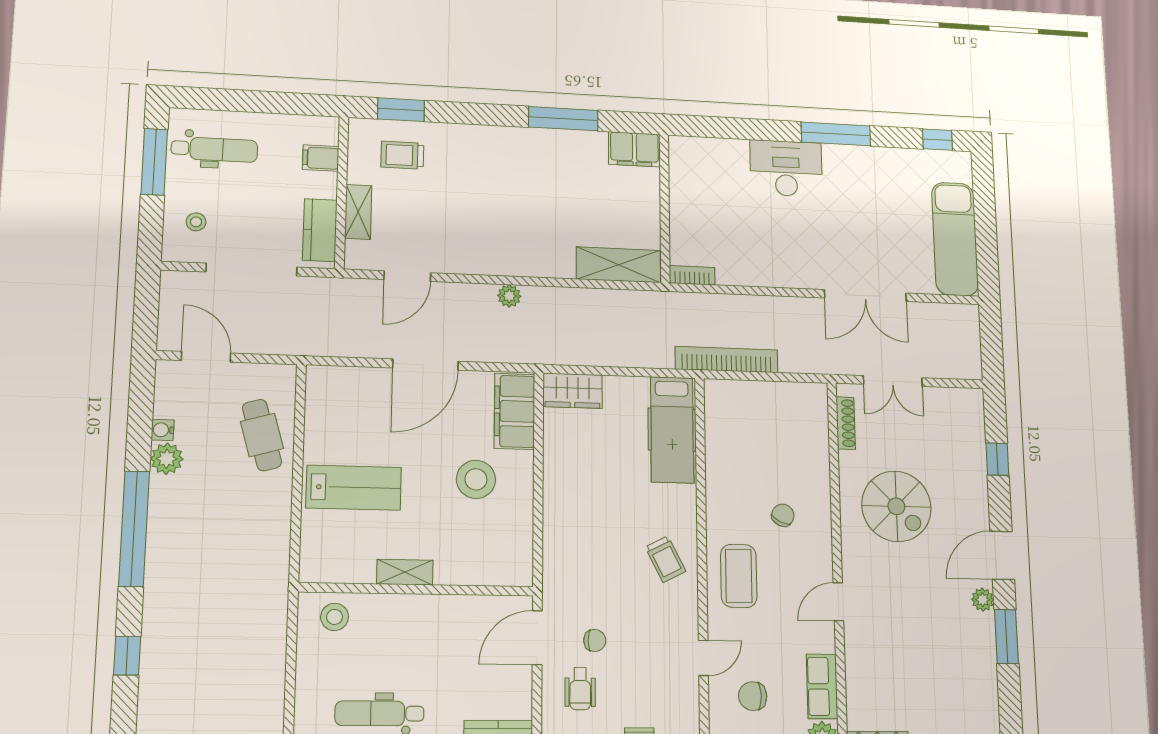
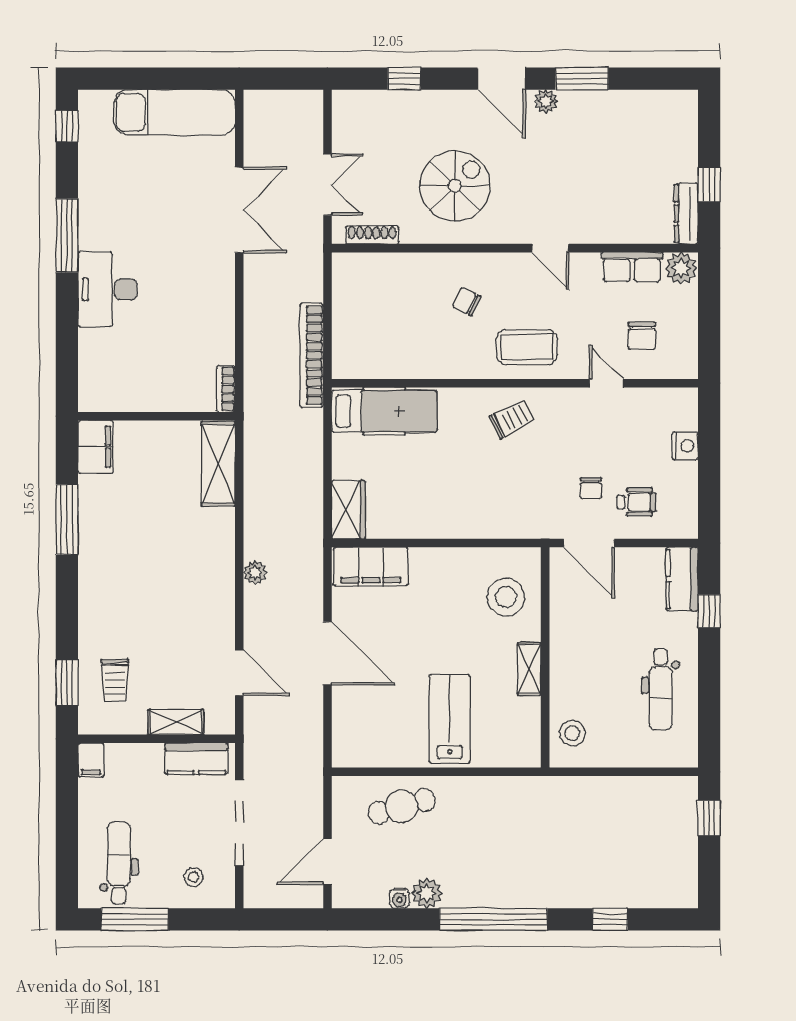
filing cabinet: (321, 158) -> (91, 760), moved
stool: (476, 479) -> (506, 597), moved
chair: (595, 640) -> (591, 488), turned 180

